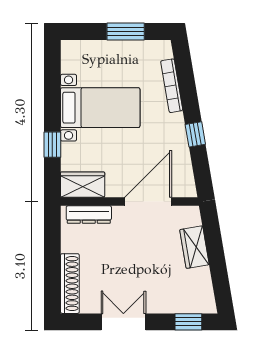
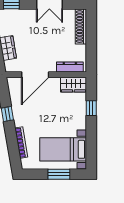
window: (126, 32) -> (59, 174), moved
bed with nightstands: (100, 108) -> (63, 149), moved

